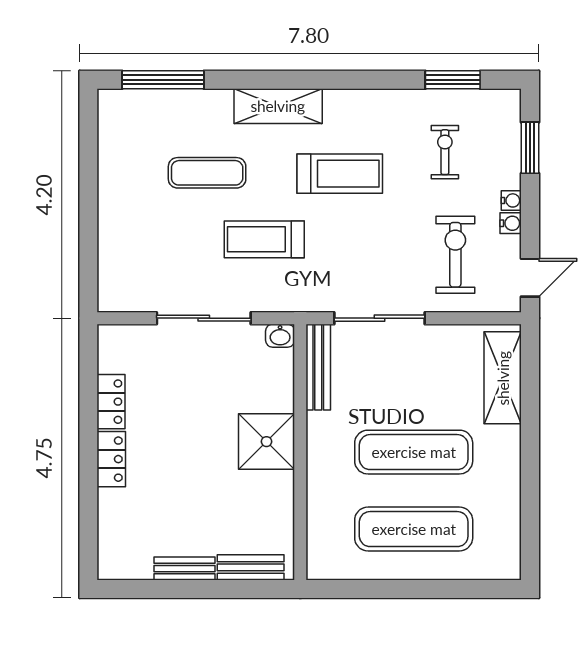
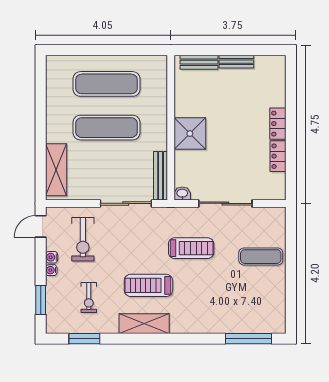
shelving: (278, 106) -> (144, 324), moved
exercise mat: (207, 173) -> (261, 257), moved

